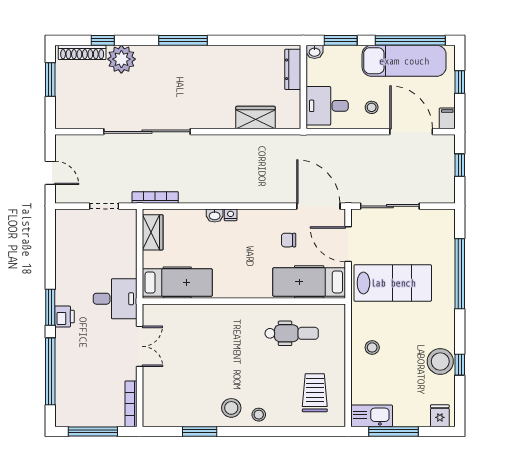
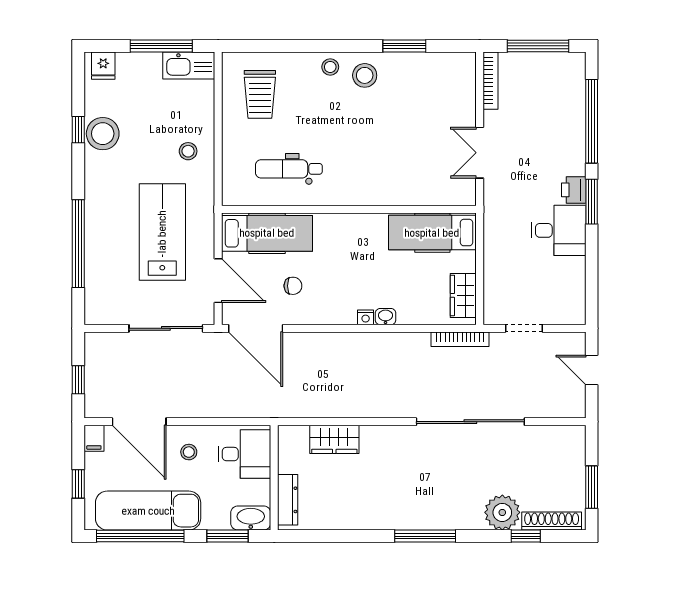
washbasin: (315, 52) -> (251, 518), width x1.91, depth x1.45
lab bench: (393, 283) -> (162, 232), turned 90
desk: (115, 299) -> (559, 230), moved, turned 180

